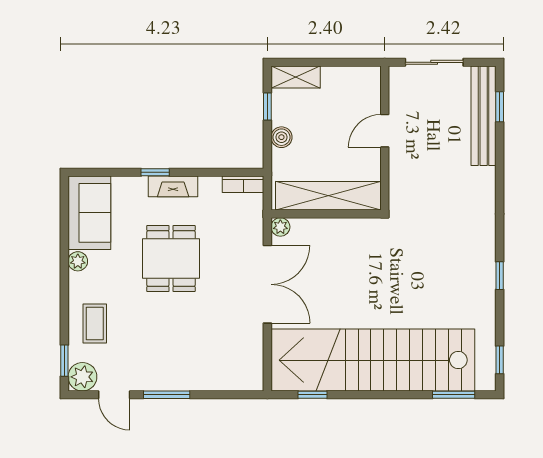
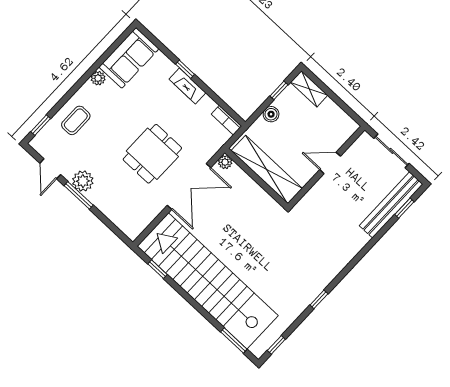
dining table: (171, 259) -> (152, 154), moved
plant: (82, 377) -> (83, 181), moved

